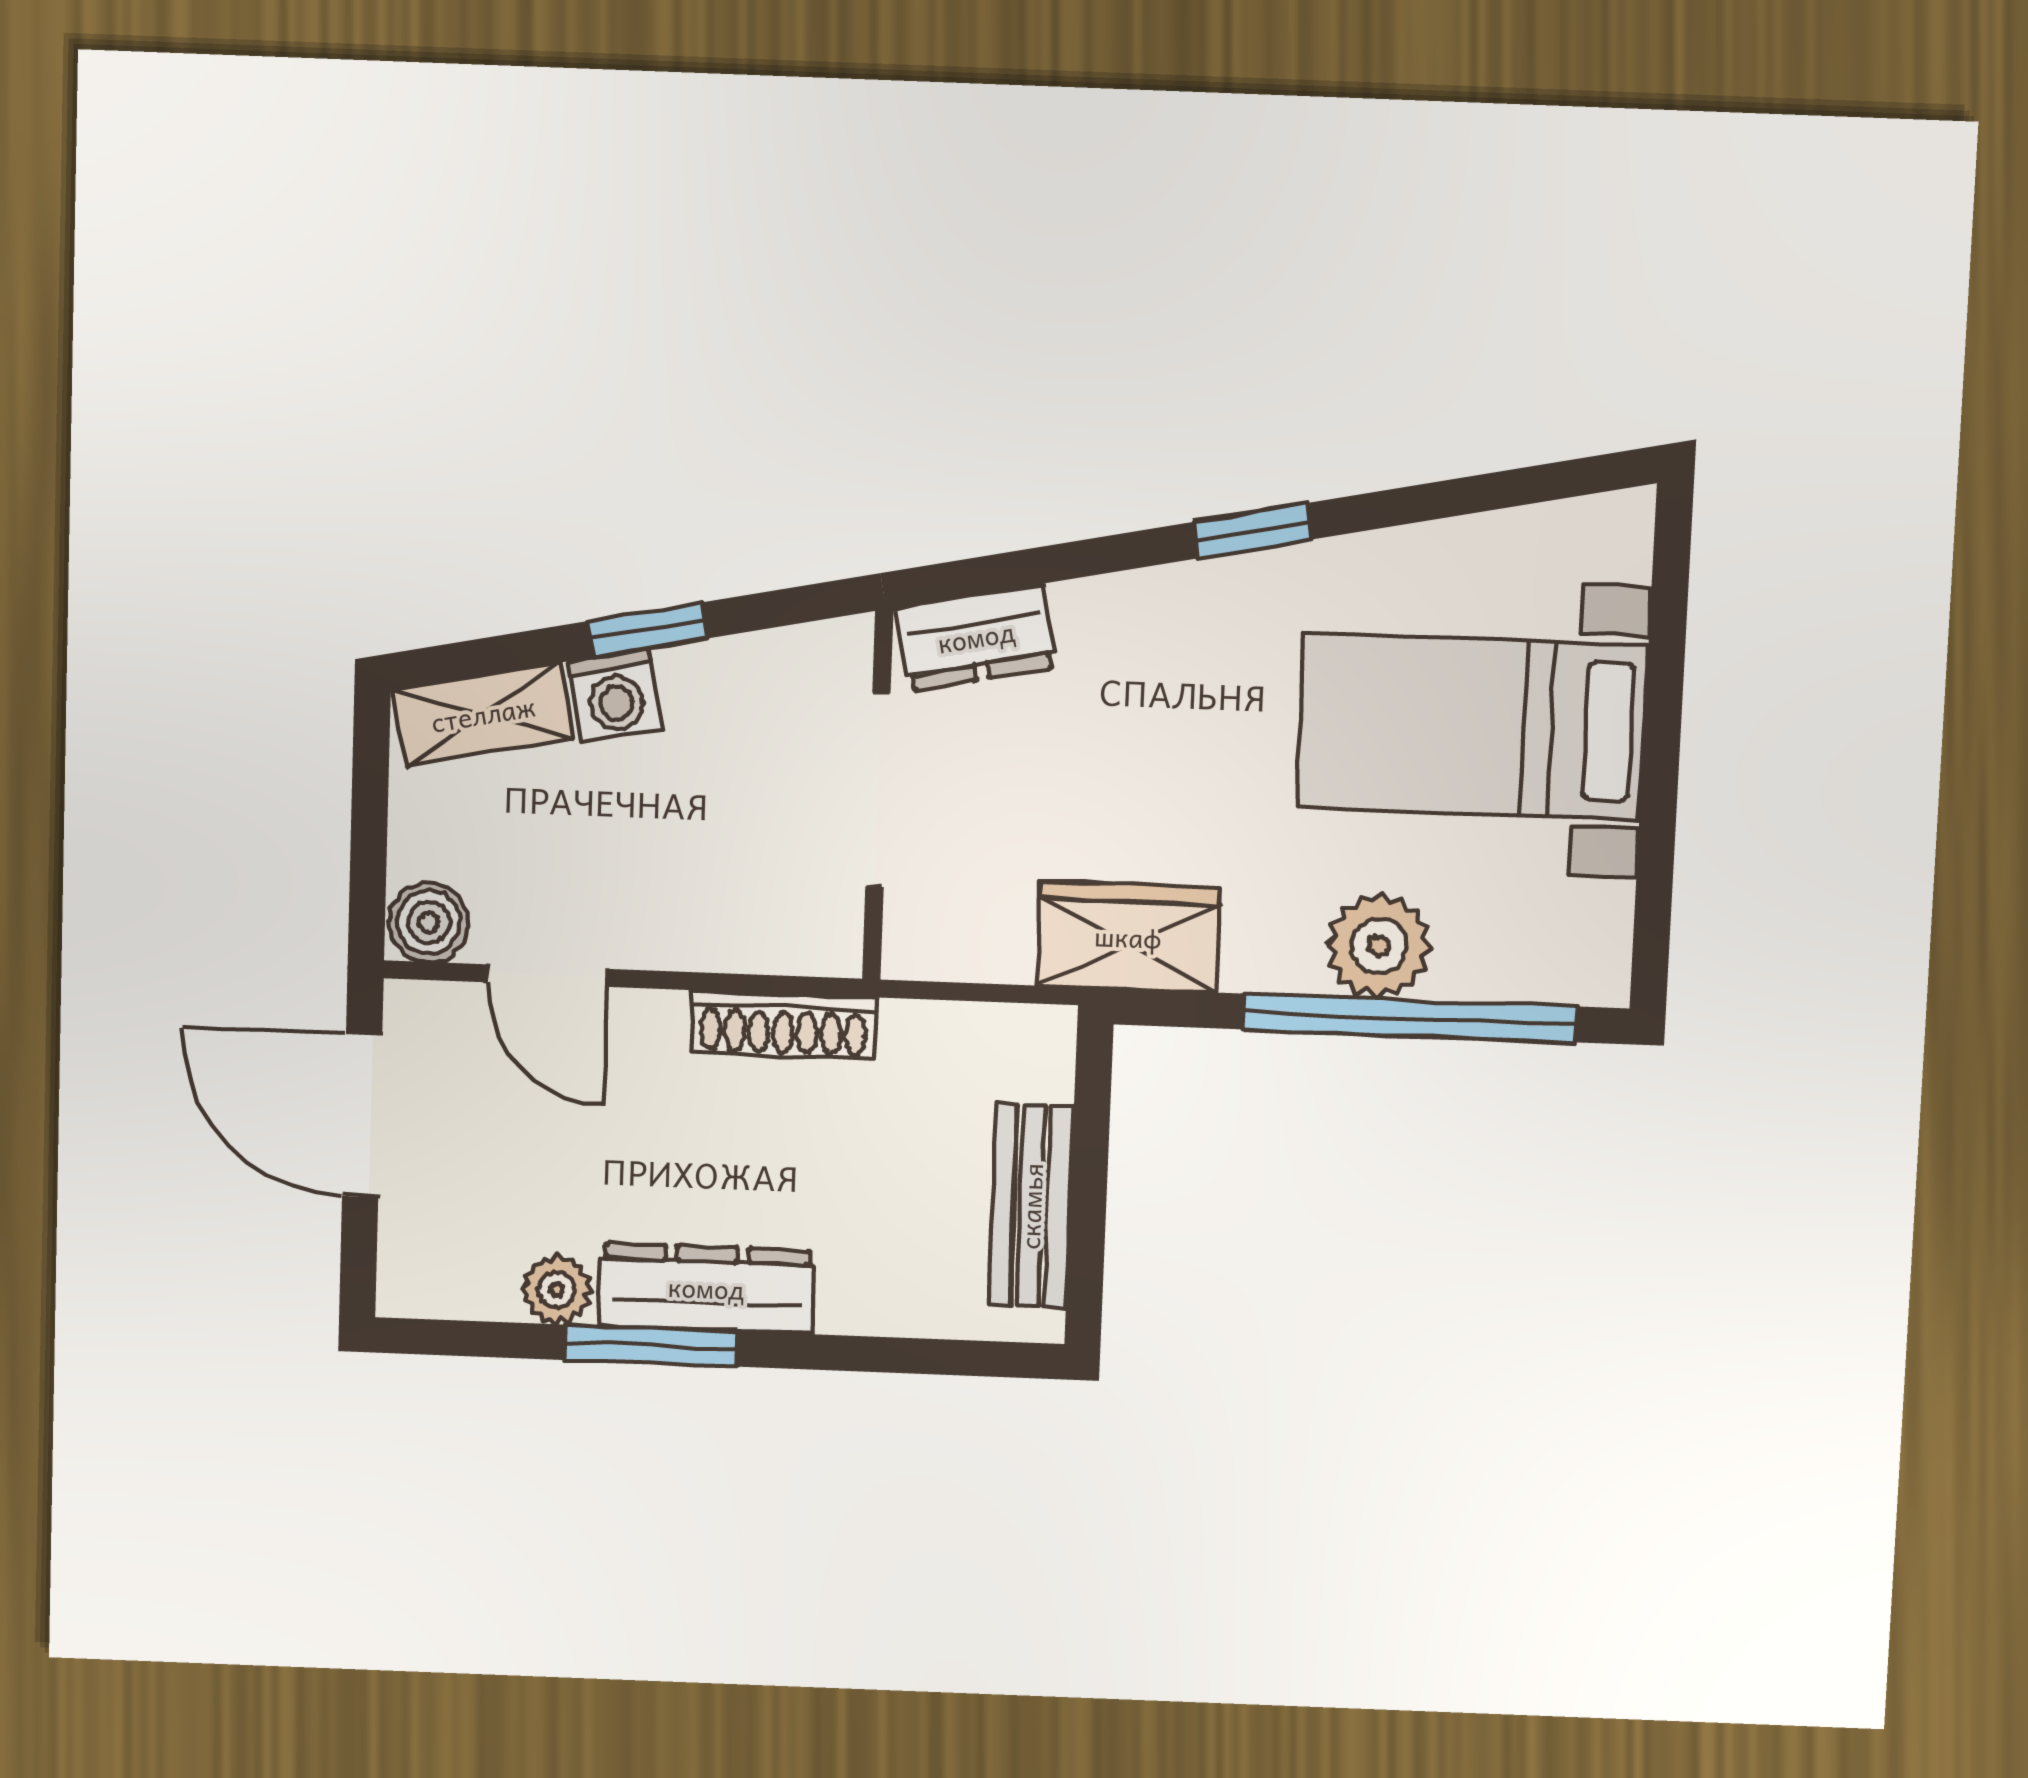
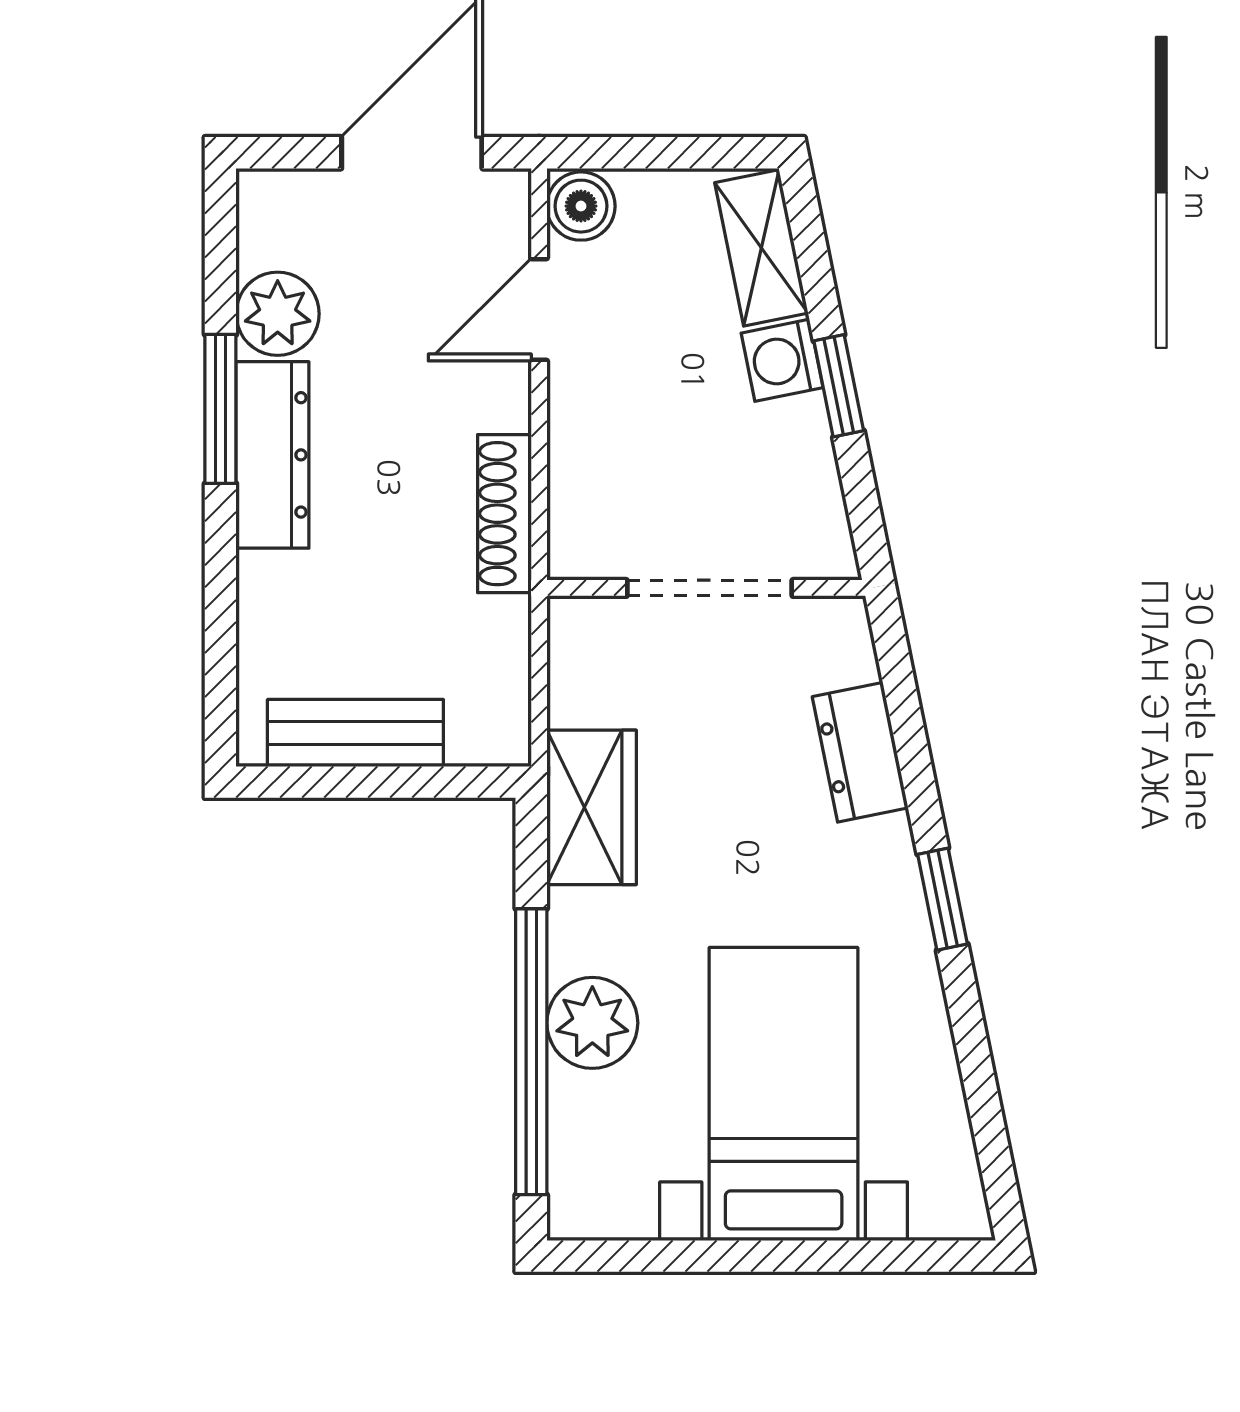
dresser: (976, 637) -> (860, 752), moved
plant: (557, 1290) -> (278, 314), width x1.38, depth x1.38

